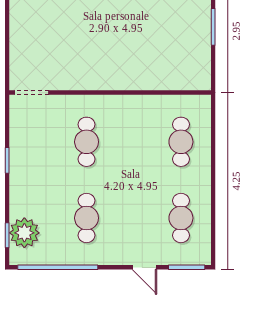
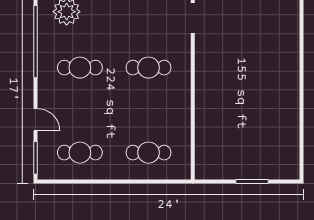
door: (144, 267) -> (36, 120), swing flipped

